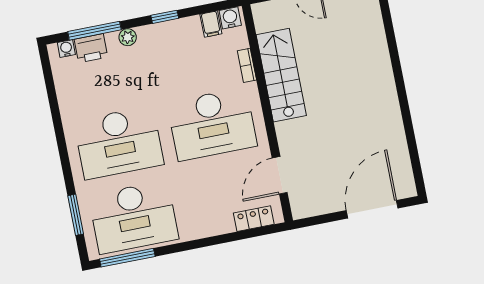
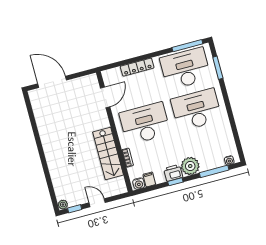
plant: (128, 37) -> (190, 166), width x1.87, depth x1.87
printer: (91, 48) -> (173, 173), moved
door: (372, 209) -> (52, 82), swing flipped
locker: (254, 219) -> (137, 67), moved, width x1.53

